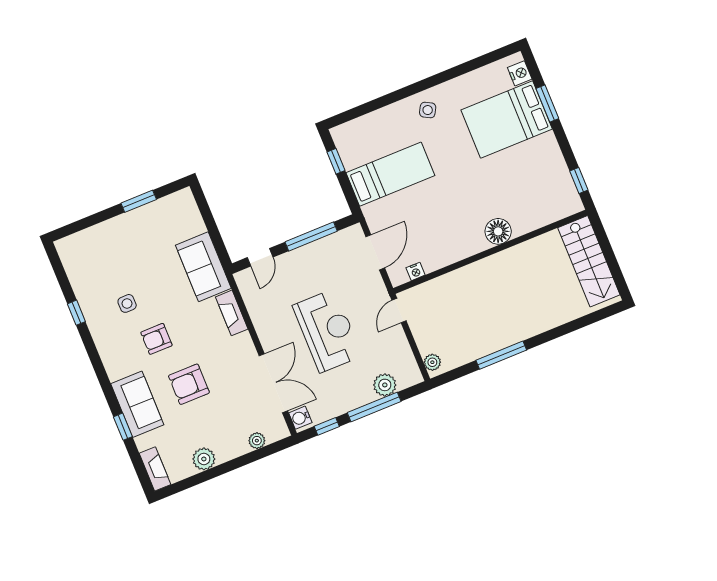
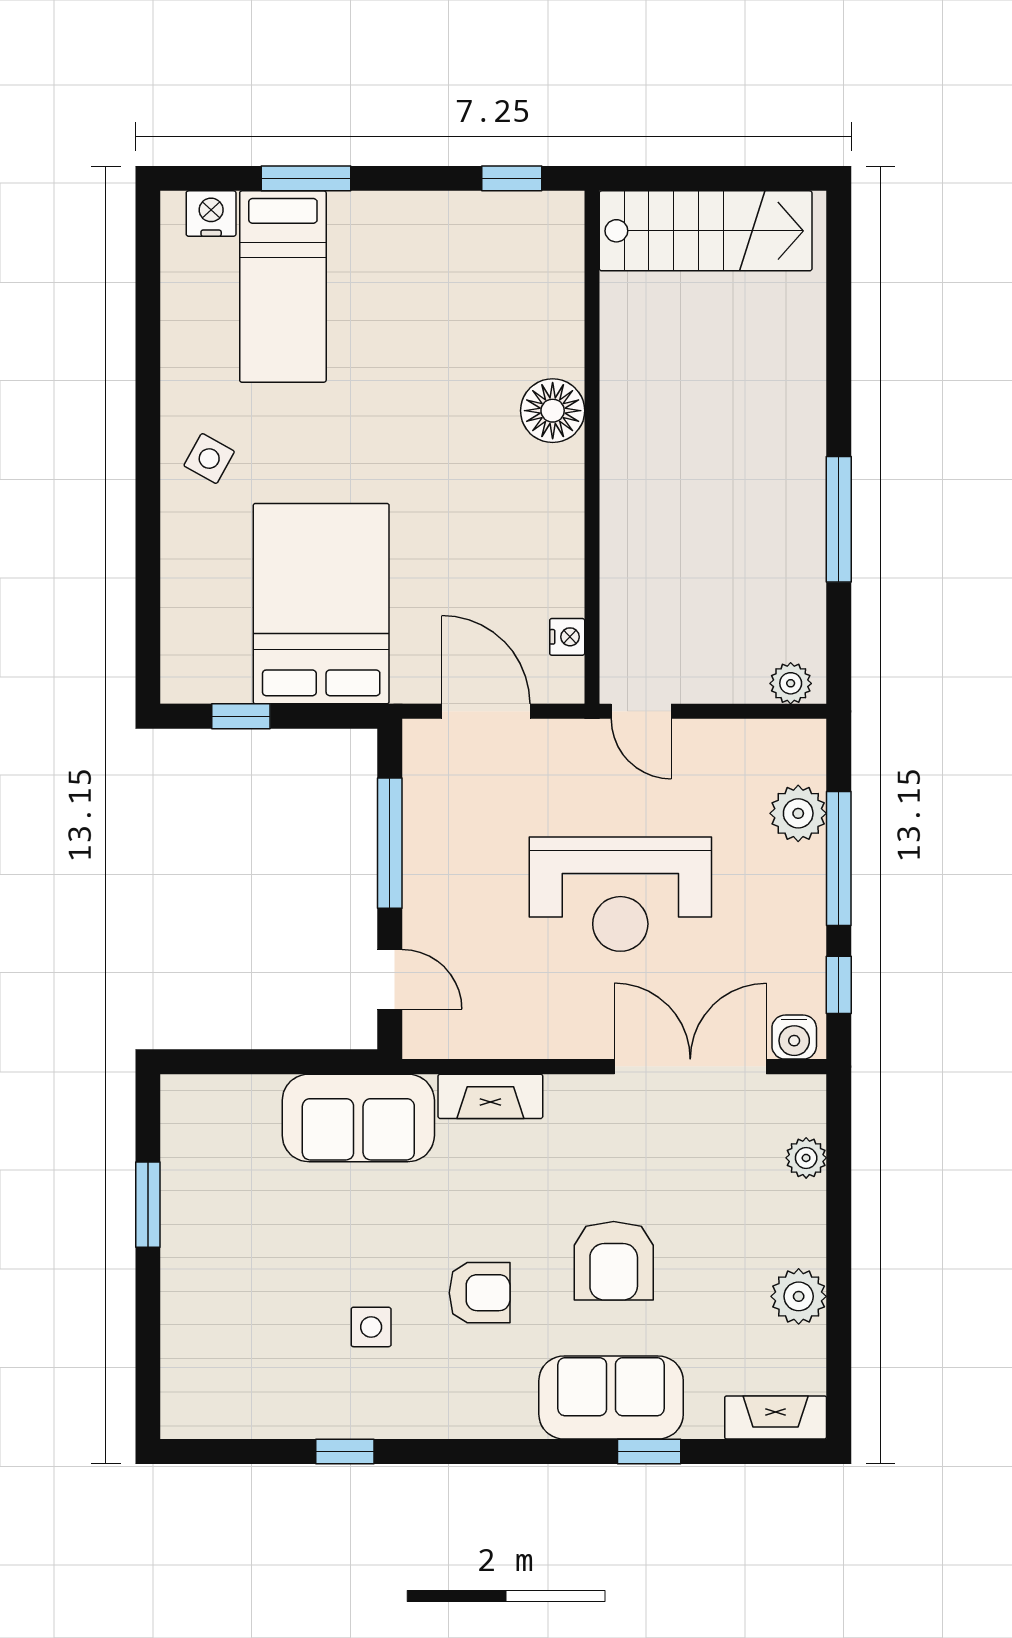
bed: (507, 119) -> (283, 287), width x0.67
bed: (390, 174) -> (321, 604), width x1.50
reception desk: (327, 331) -> (620, 894), turned 180
armchair: (156, 339) -> (480, 1293), turned -90

